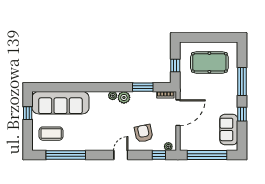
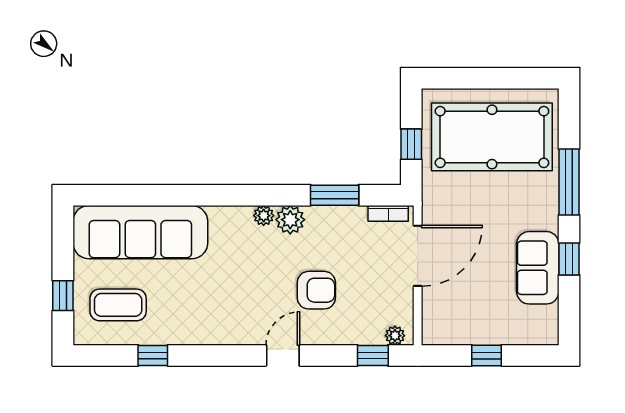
pool table: (209, 62) -> (492, 137), width x1.36, depth x1.32
window: (28, 113) -> (63, 296), moved
sofa: (229, 129) -> (538, 268), moved
armchair: (144, 133) -> (316, 290), moved, turned 102
window: (66, 155) -> (153, 355), width x0.32
window: (207, 155) -> (486, 355), width x0.32

